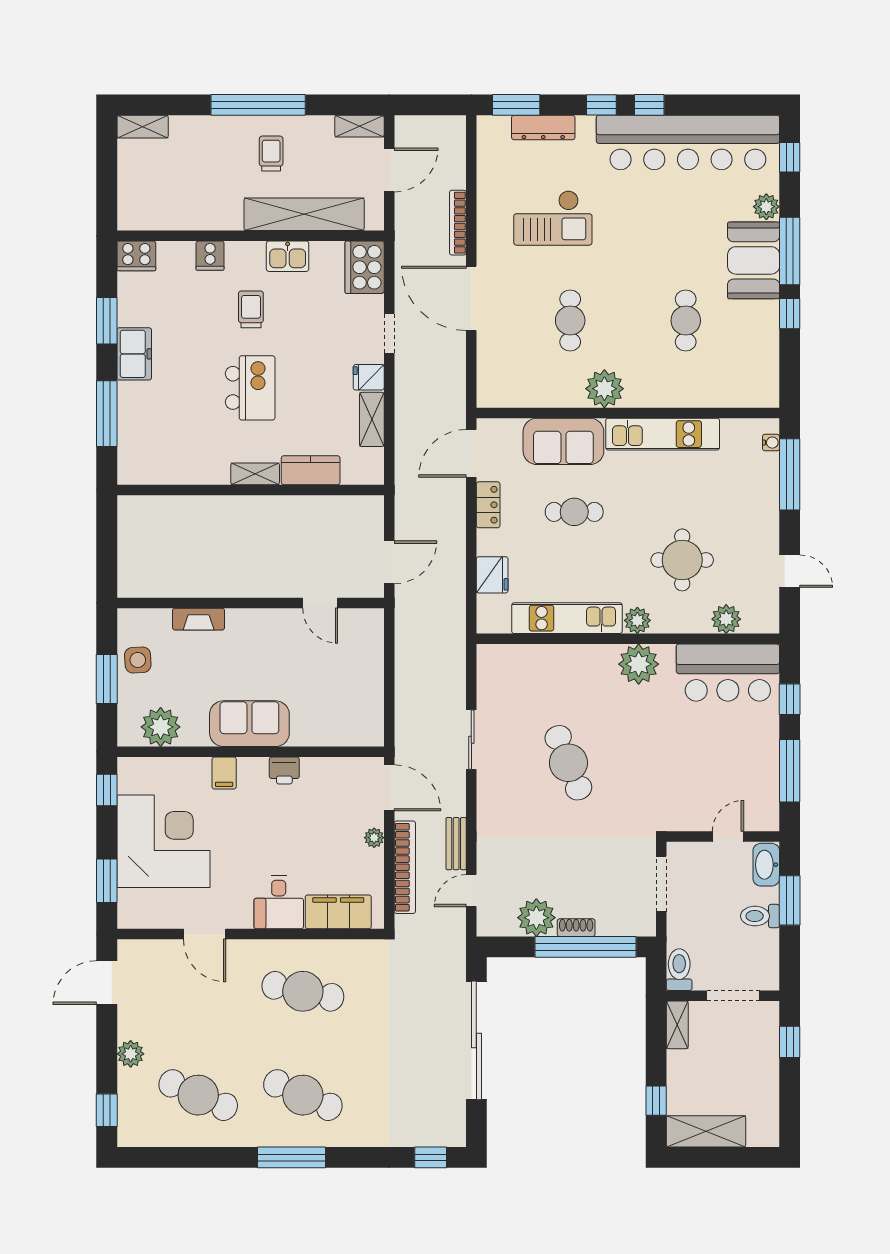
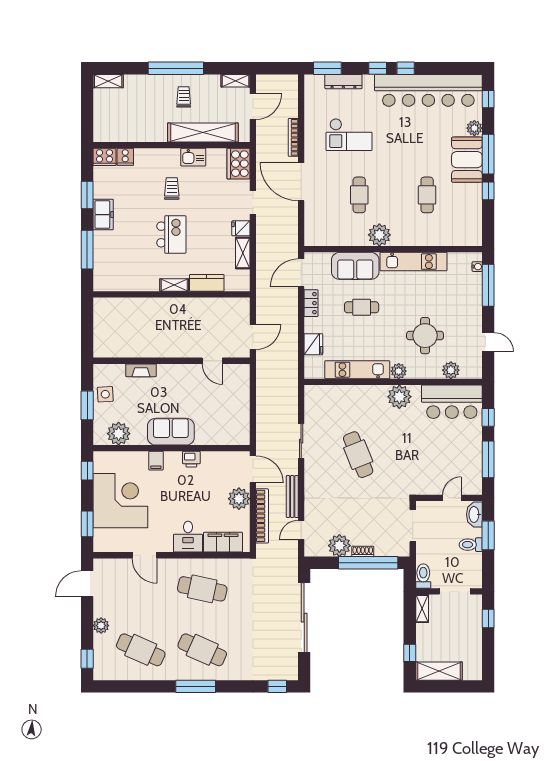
cooker: (210, 256) -> (125, 157), moved
plant: (374, 838) -> (239, 499), width x1.87, depth x1.87
bench: (456, 844) -> (292, 496), width x1.36

